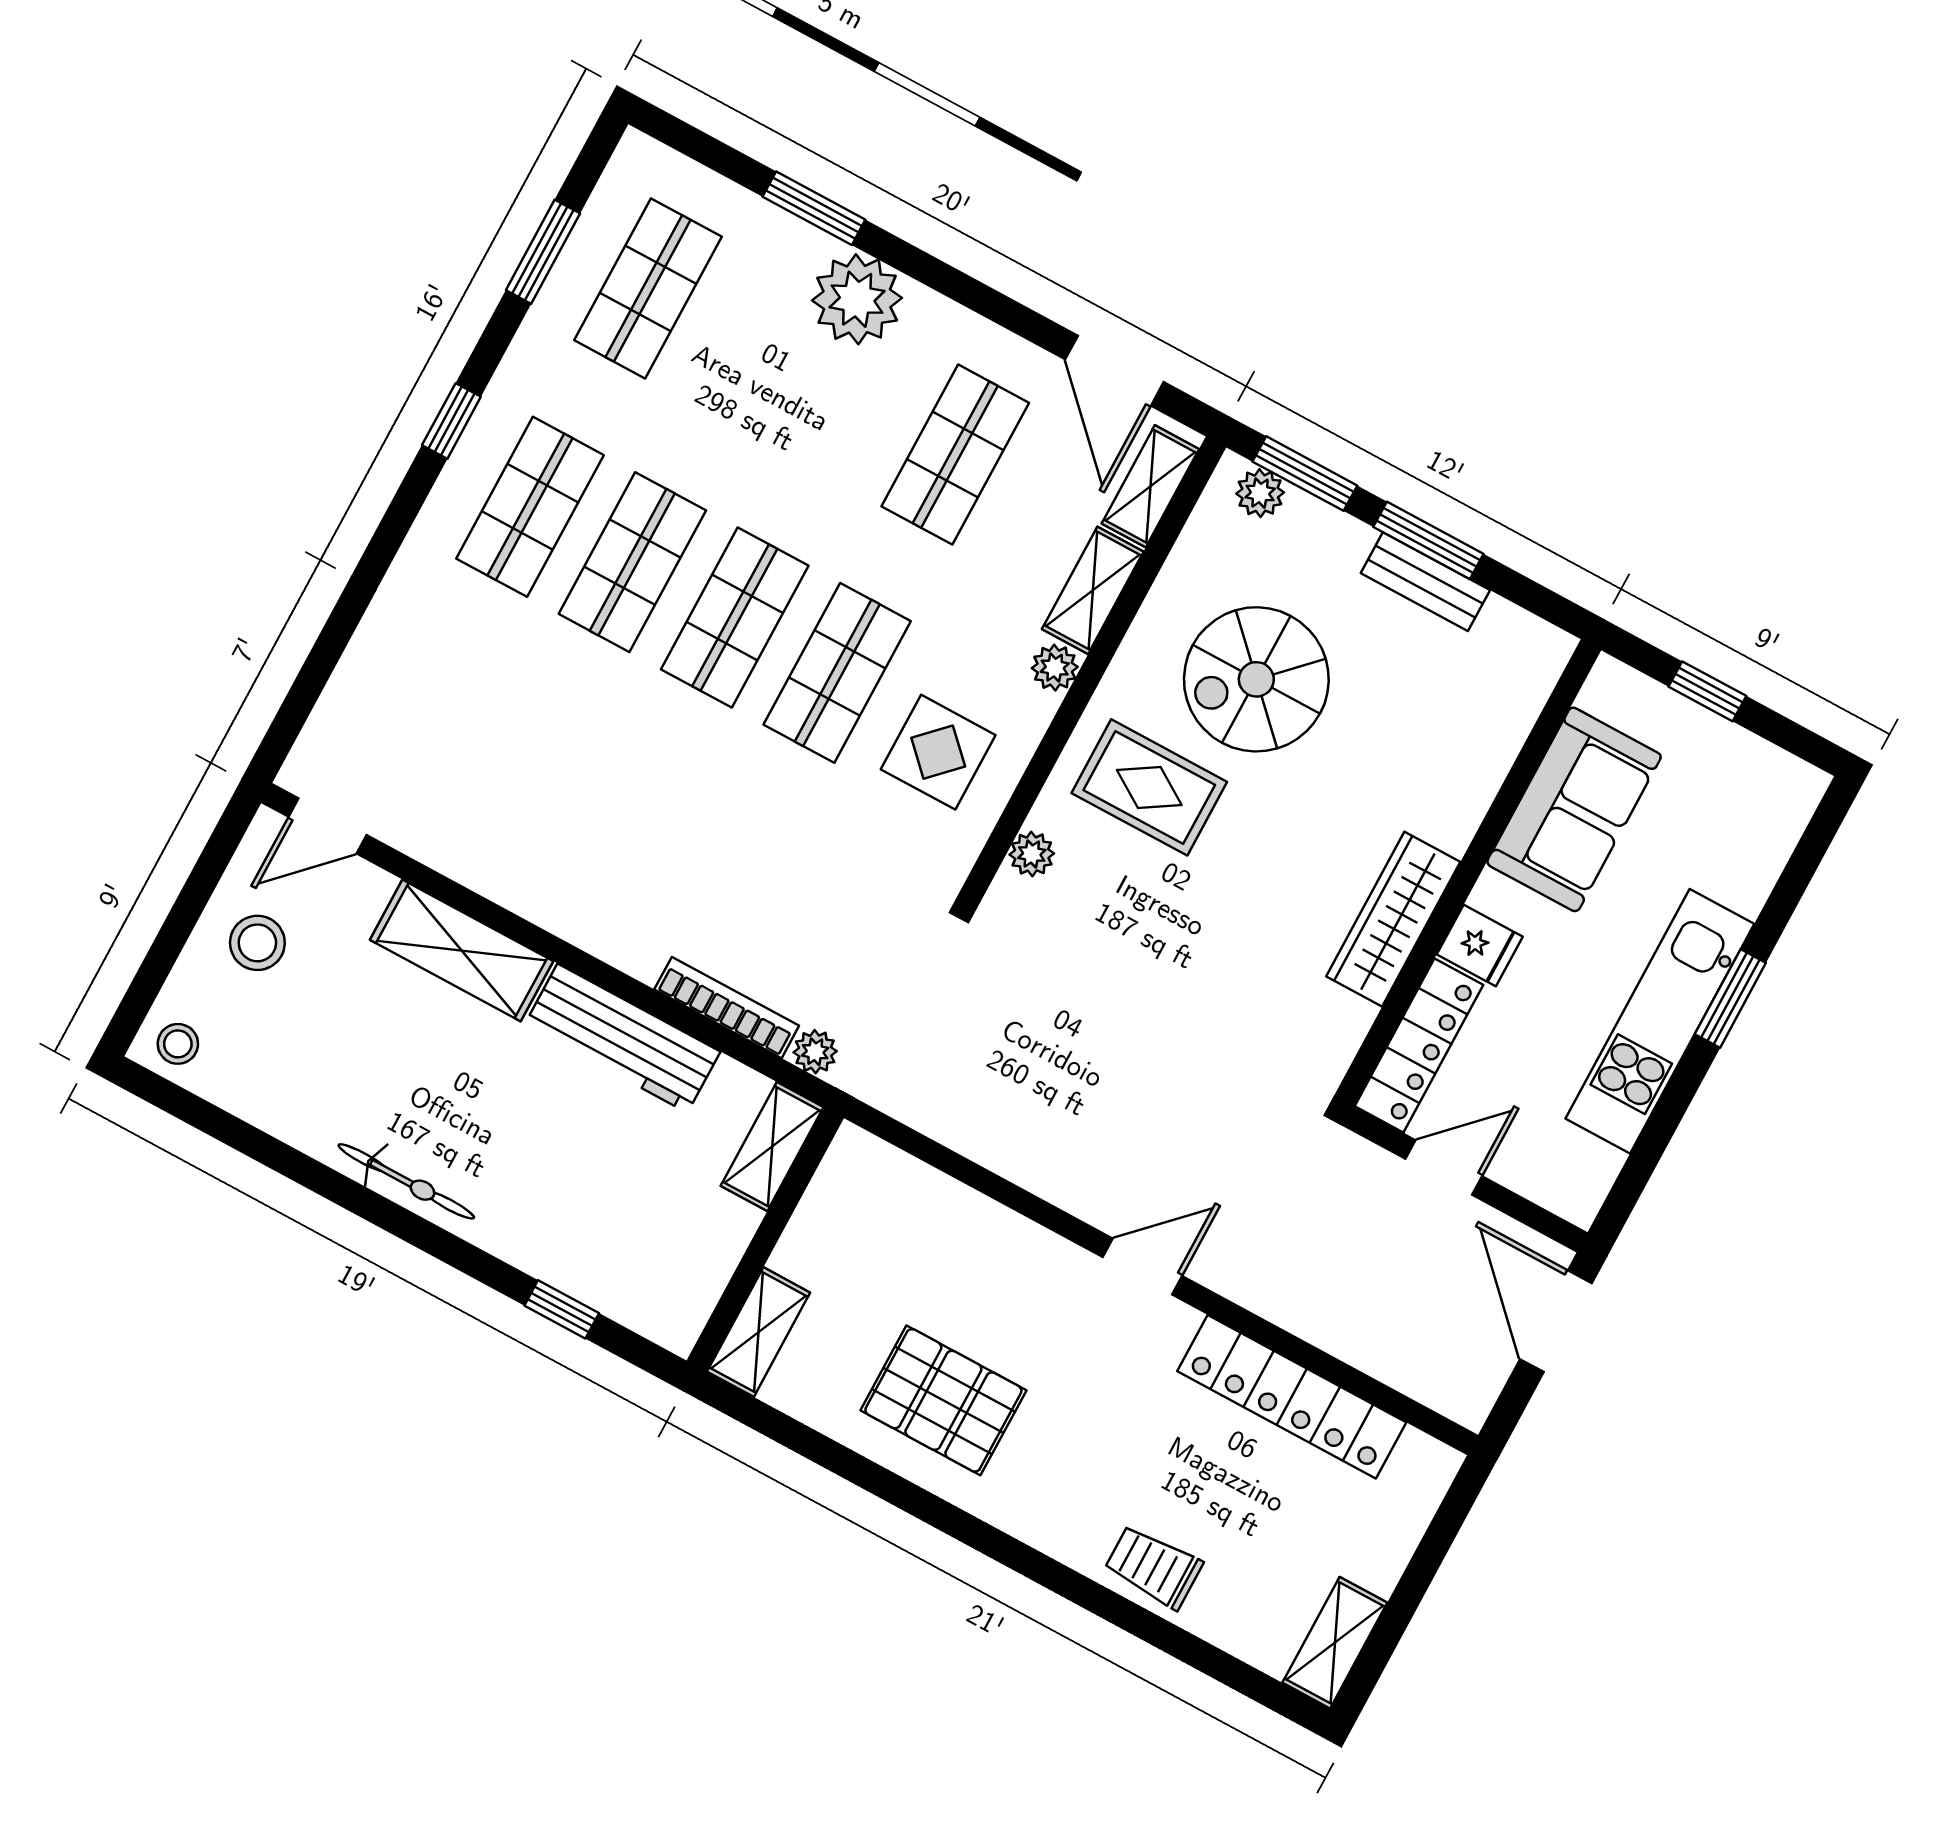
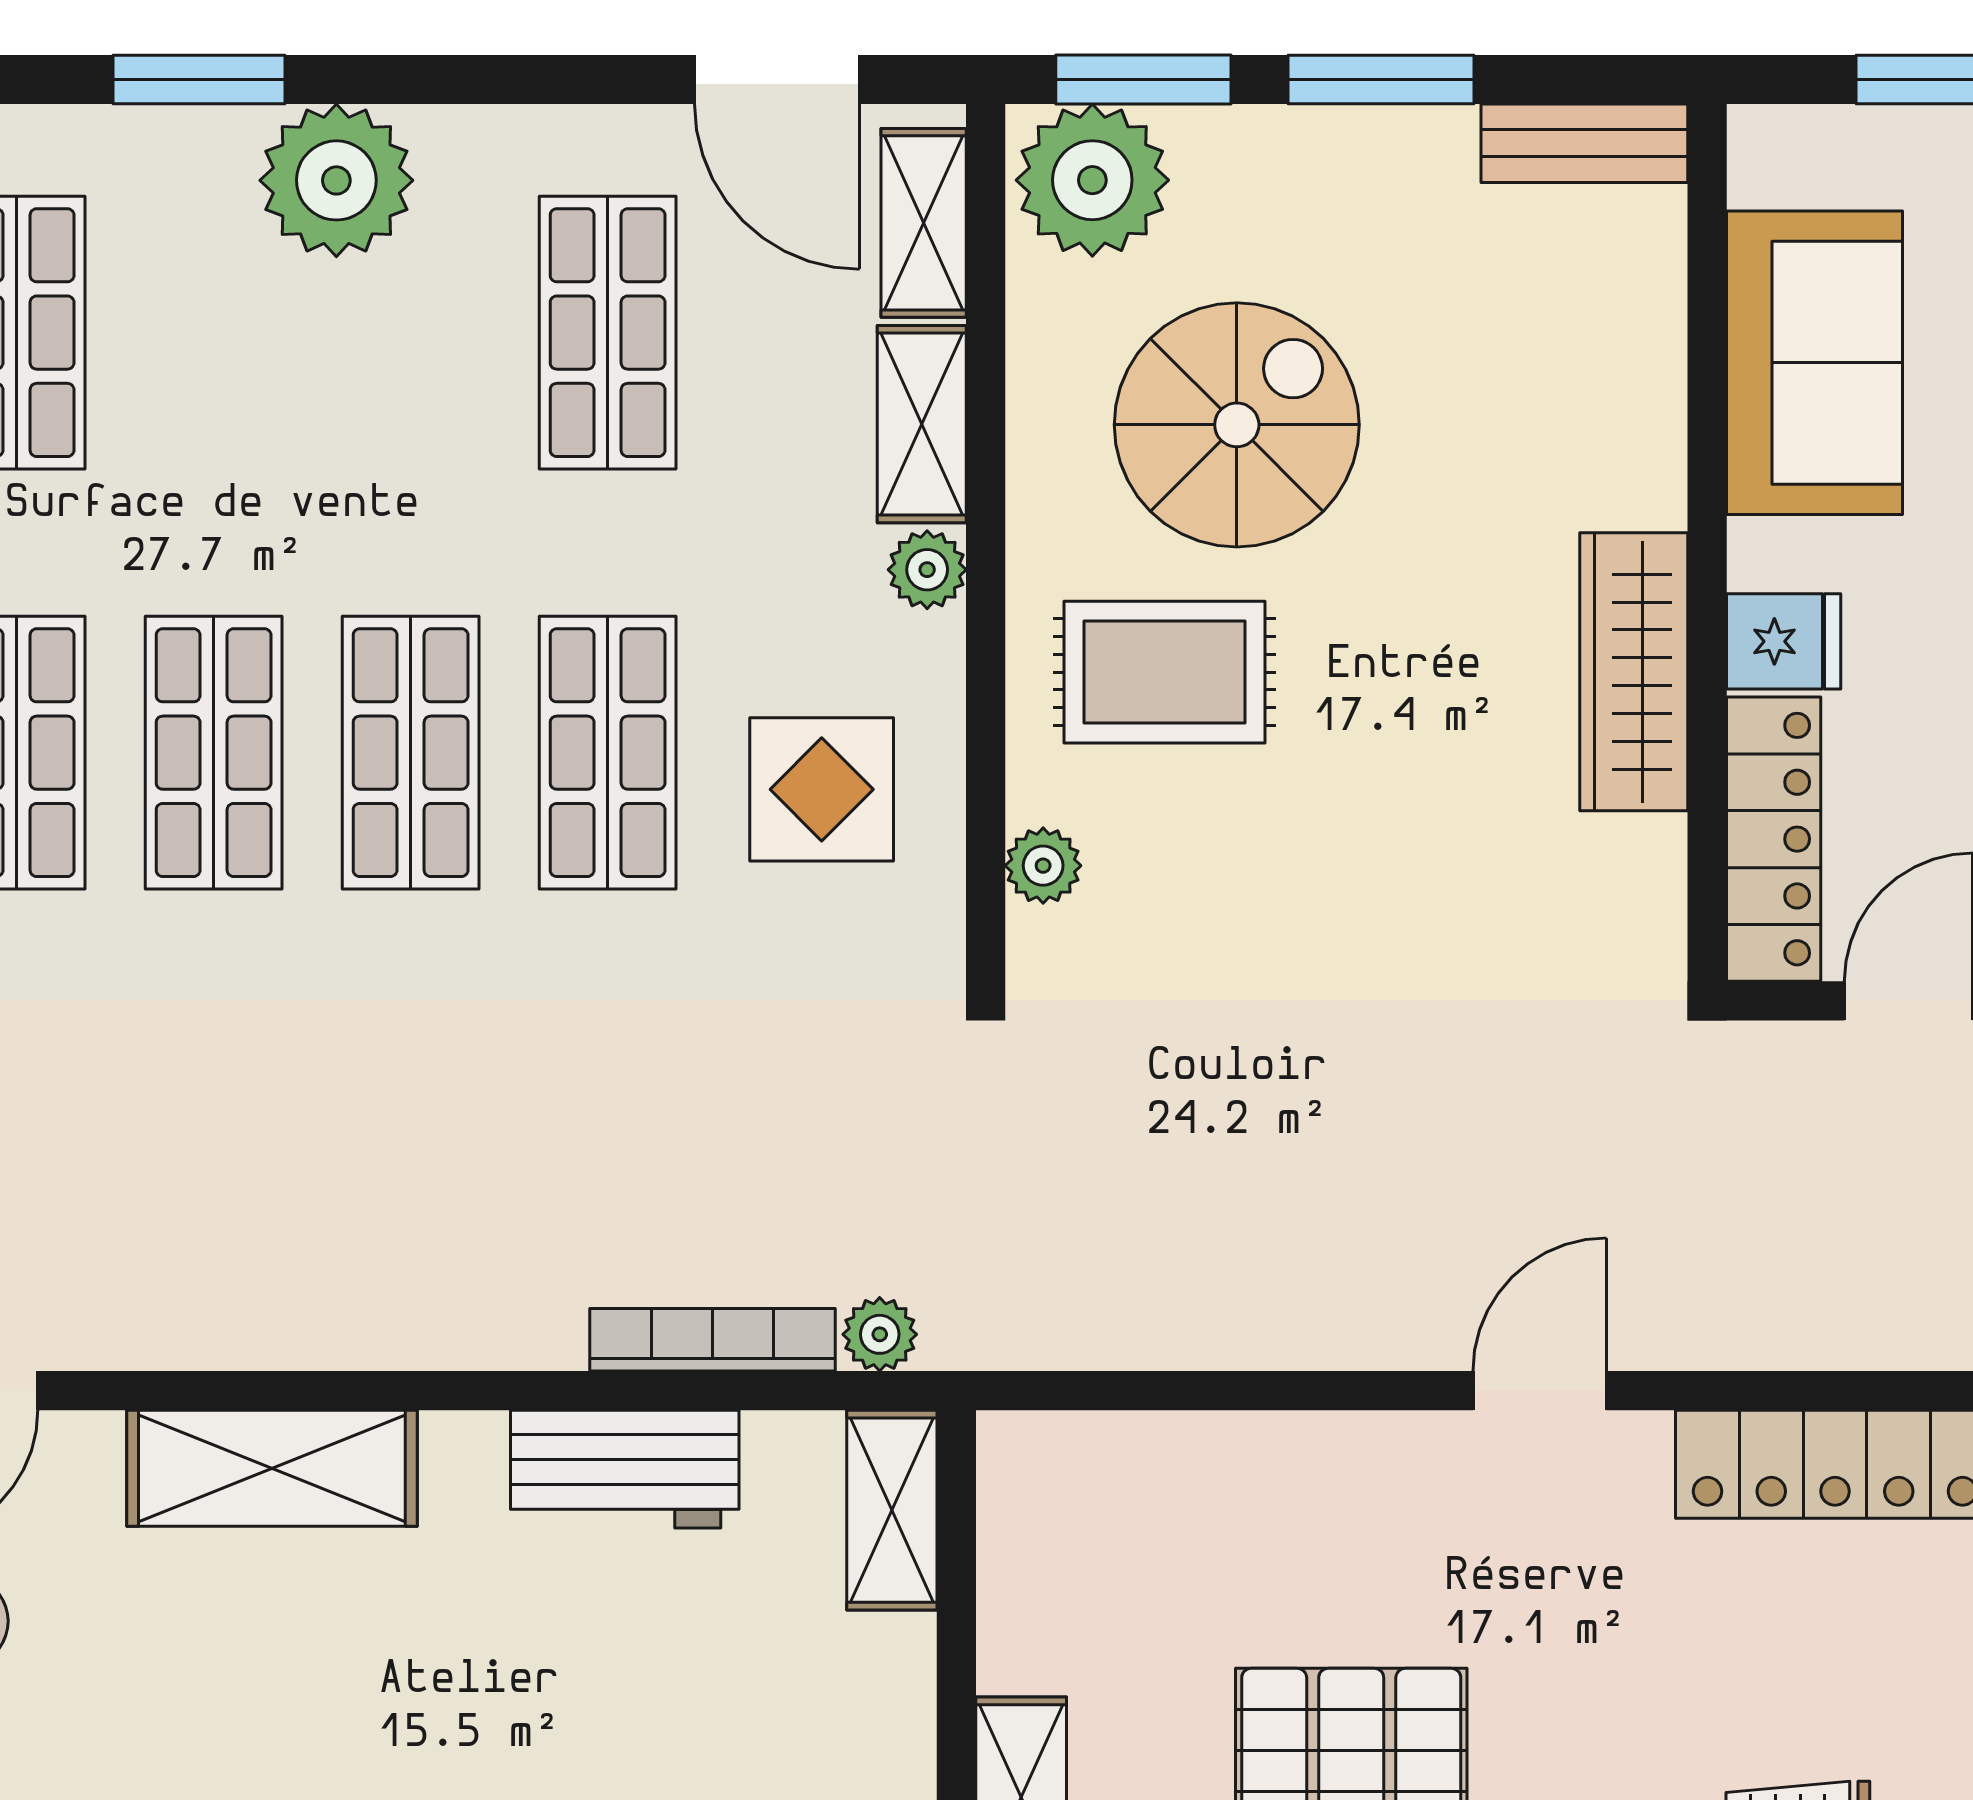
plant: (1260, 493) -> (1092, 180), width x1.88, depth x1.88
bench: (1425, 582) -> (1584, 143), moved
spiral stairs: (1256, 679) -> (1237, 425), turned 180
workbench: (622, 1038) -> (625, 1469), width x0.73

